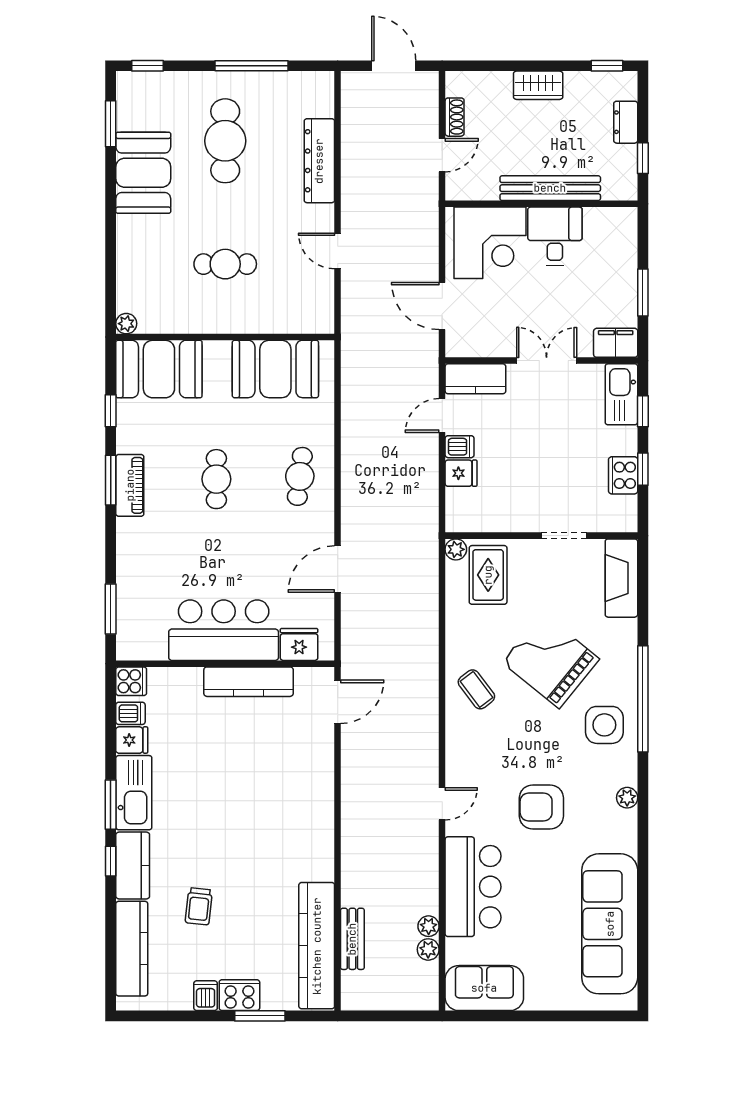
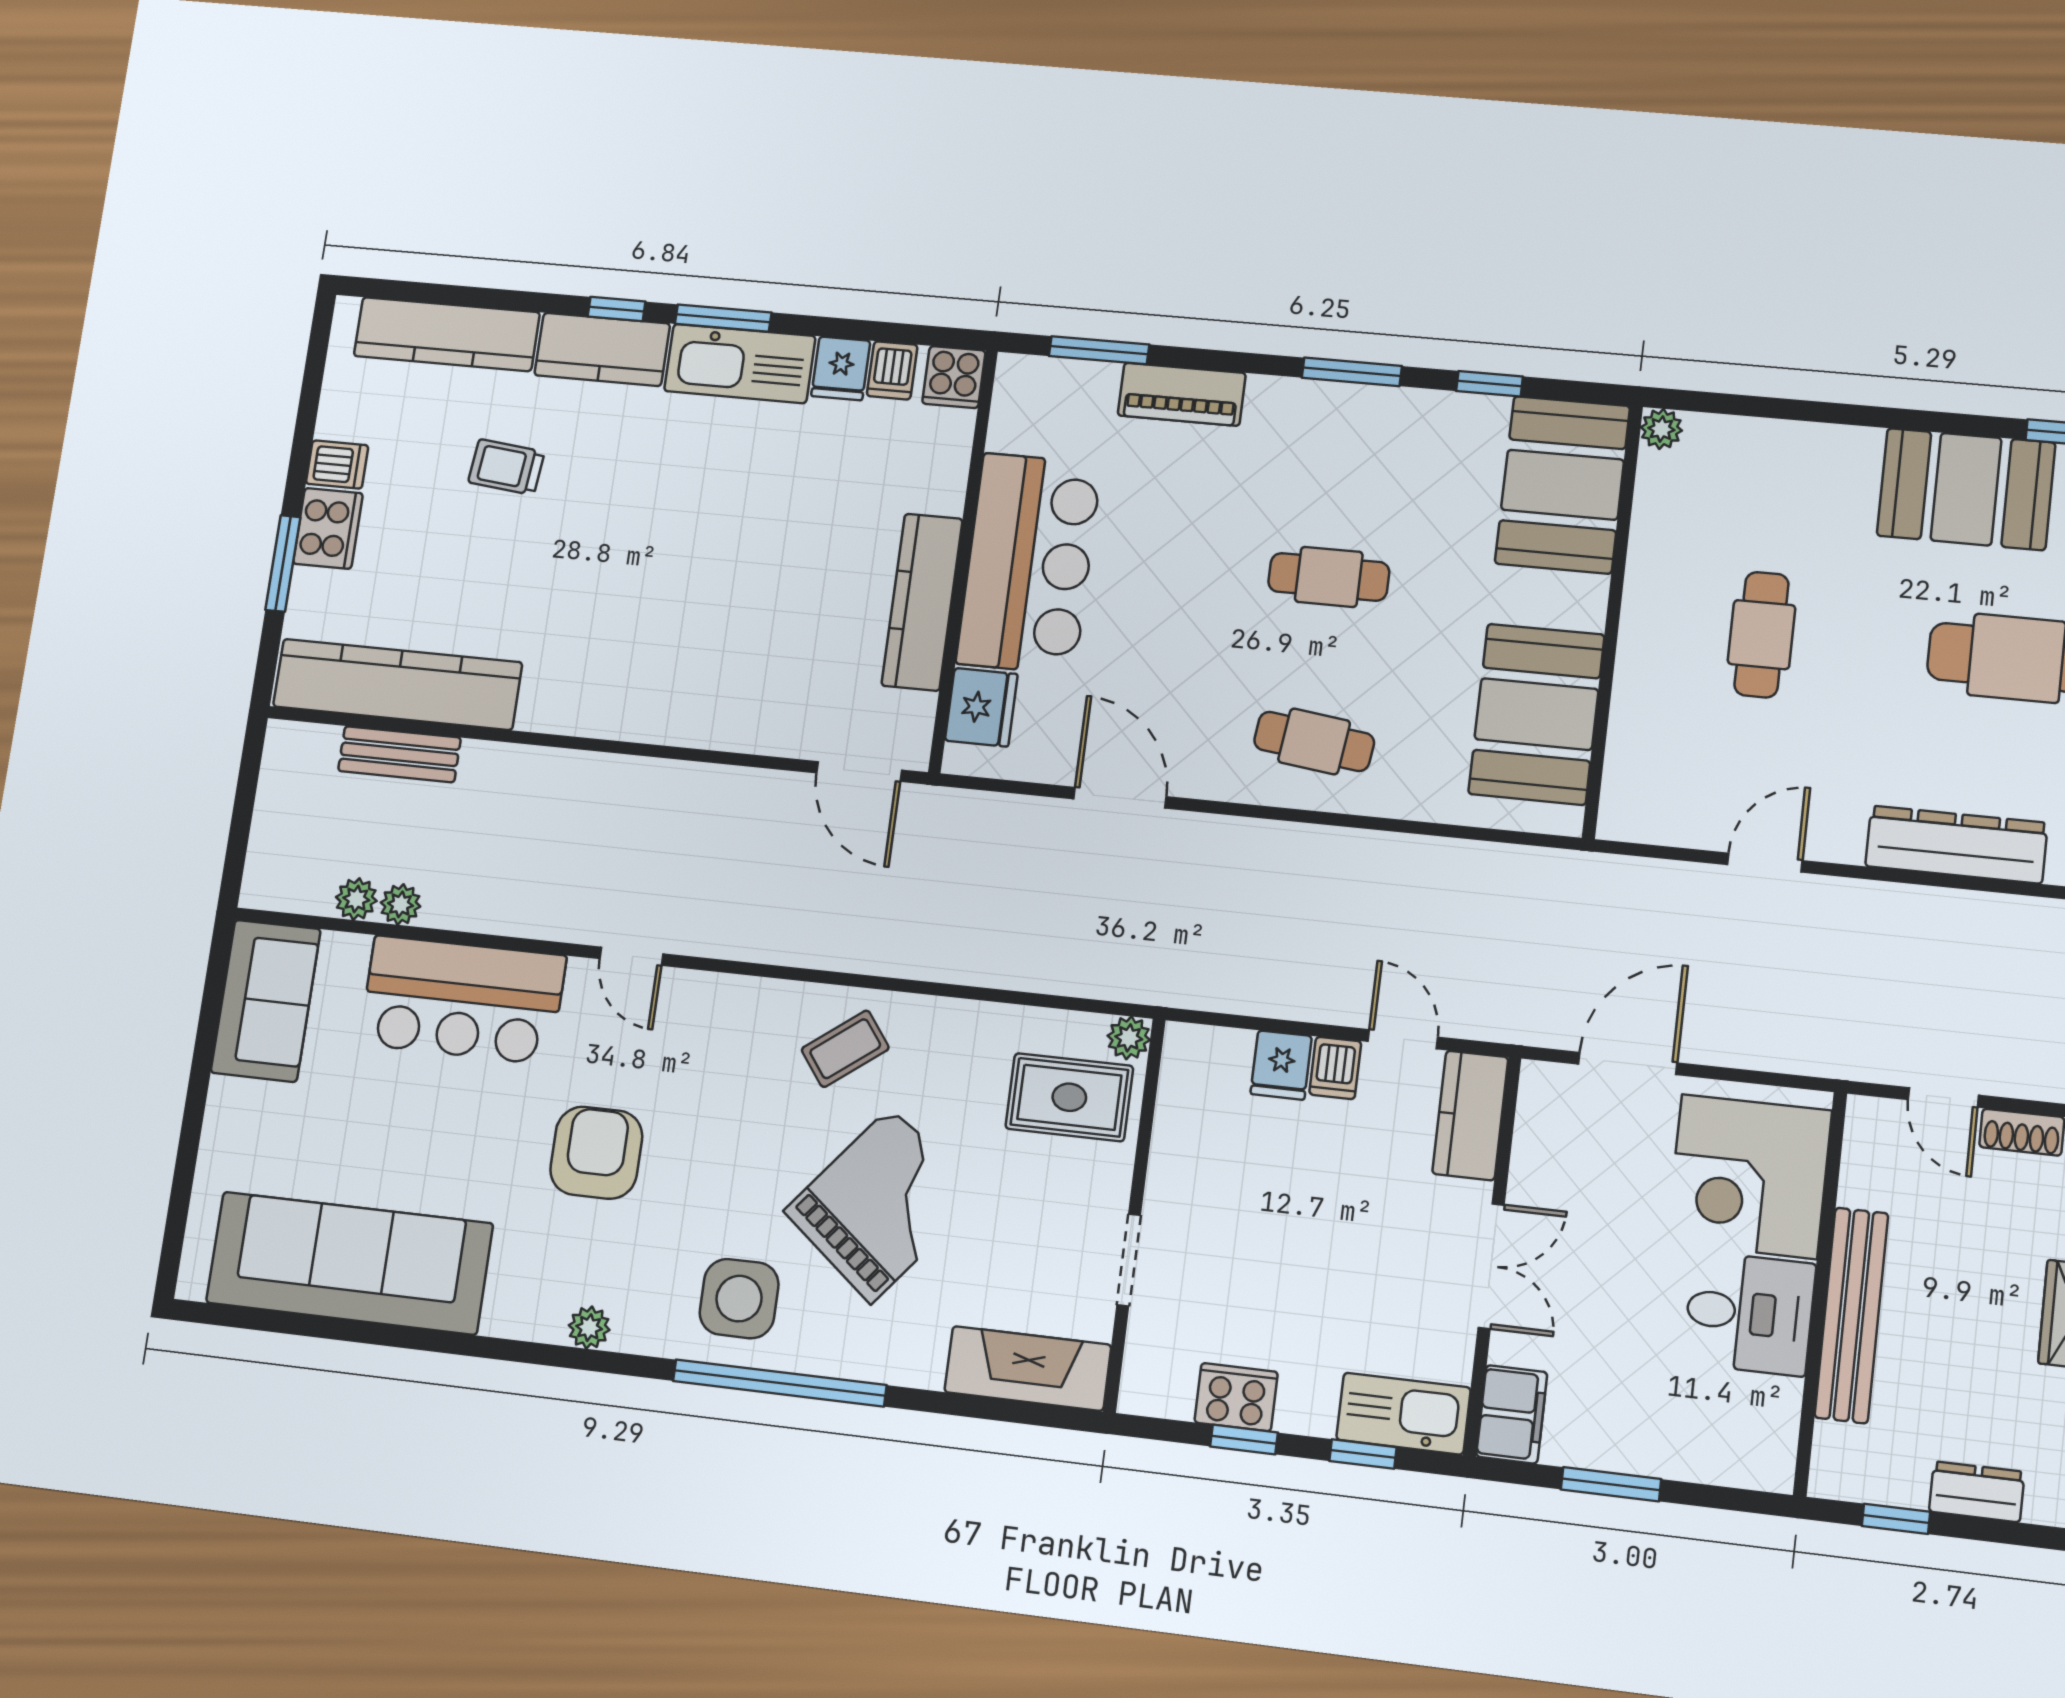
piano: (130, 485) -> (1182, 394), moved

